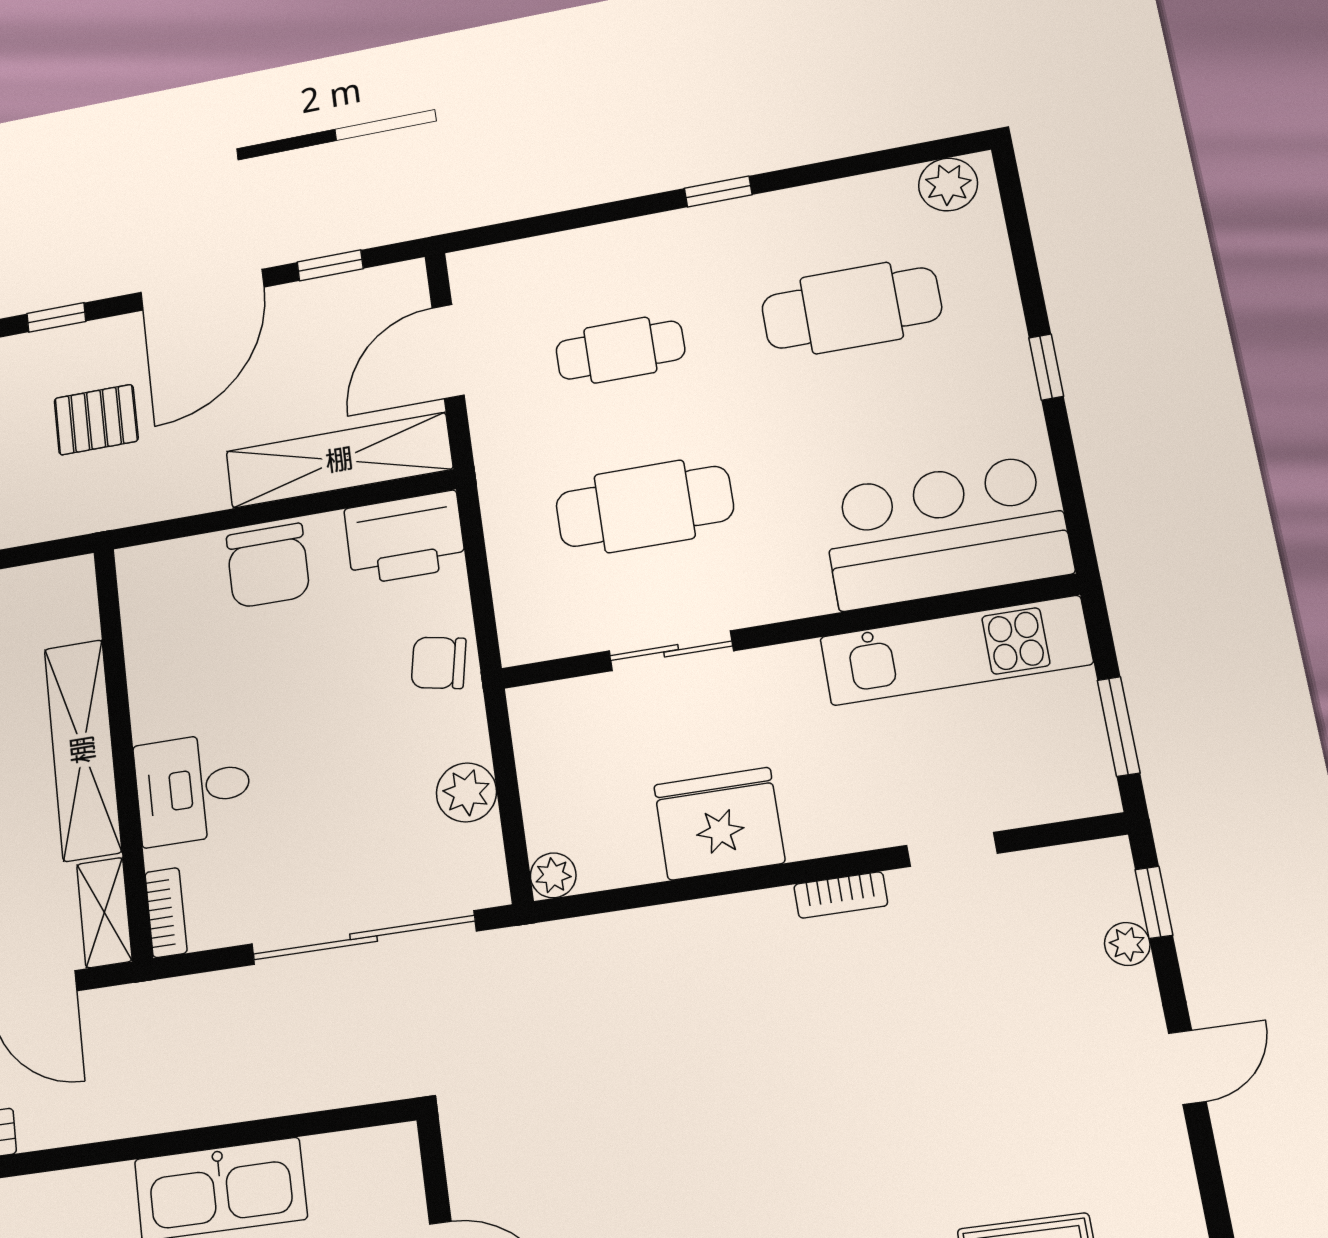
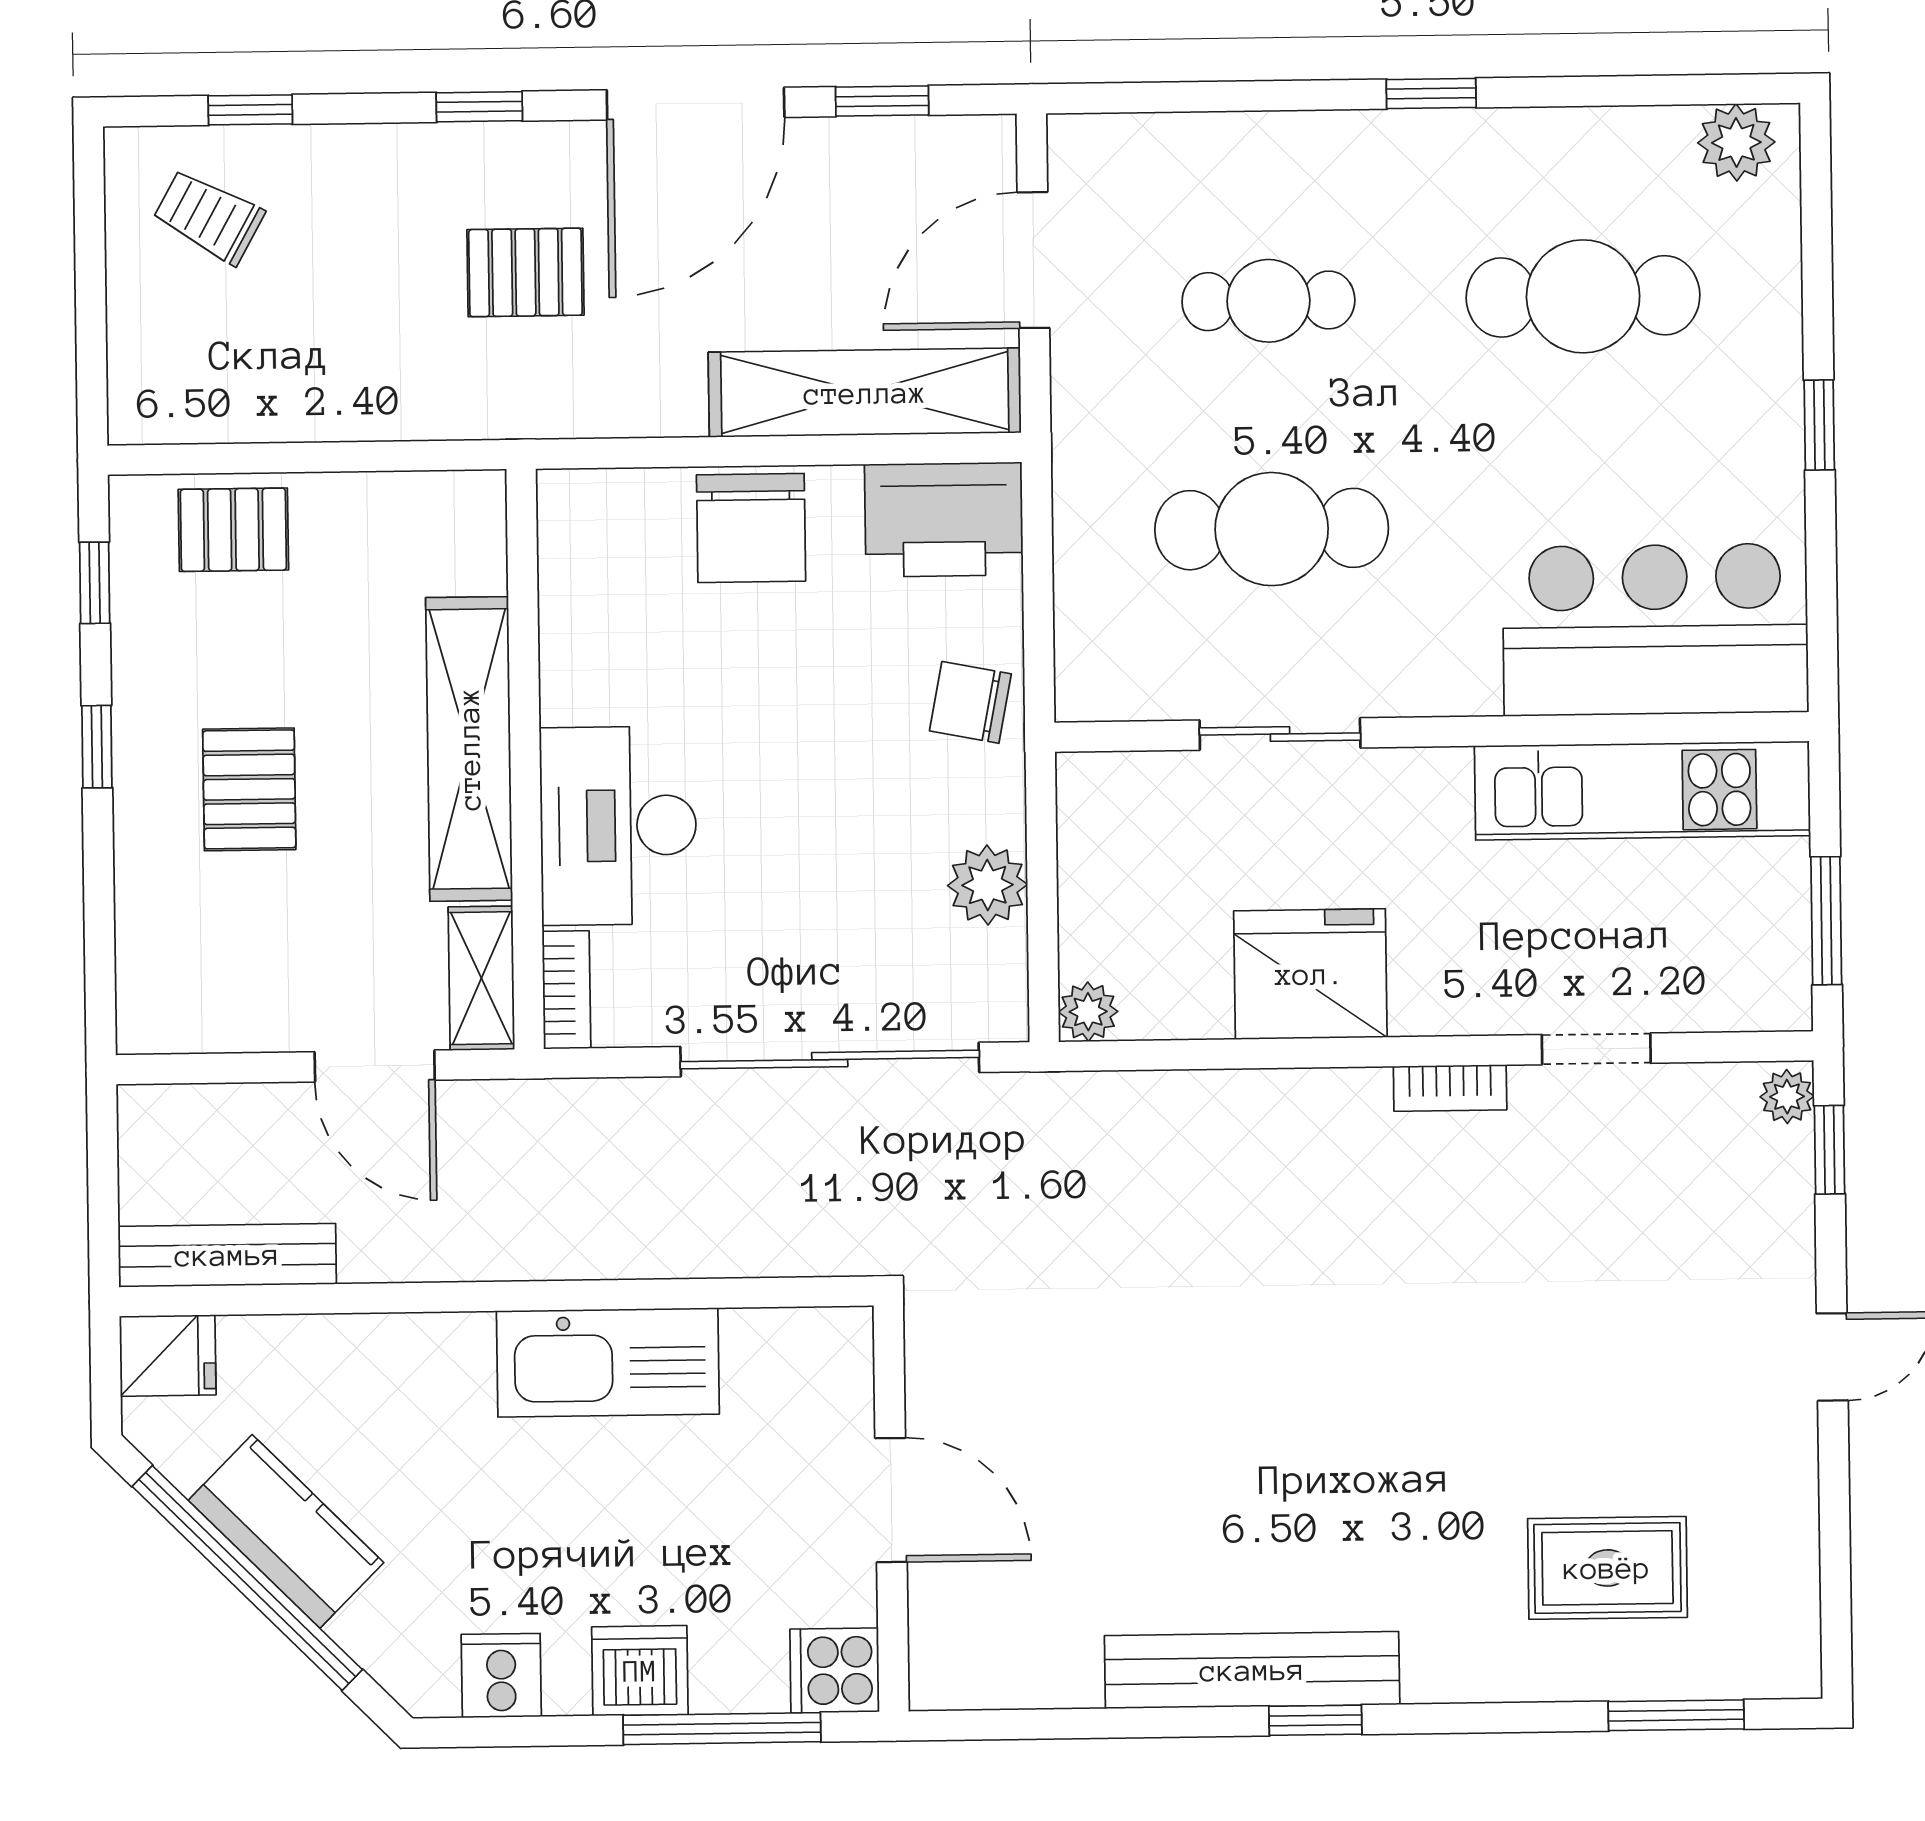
desk: (193, 789) -> (618, 826), width x1.37
plant: (1127, 944) -> (1787, 1097), moved

